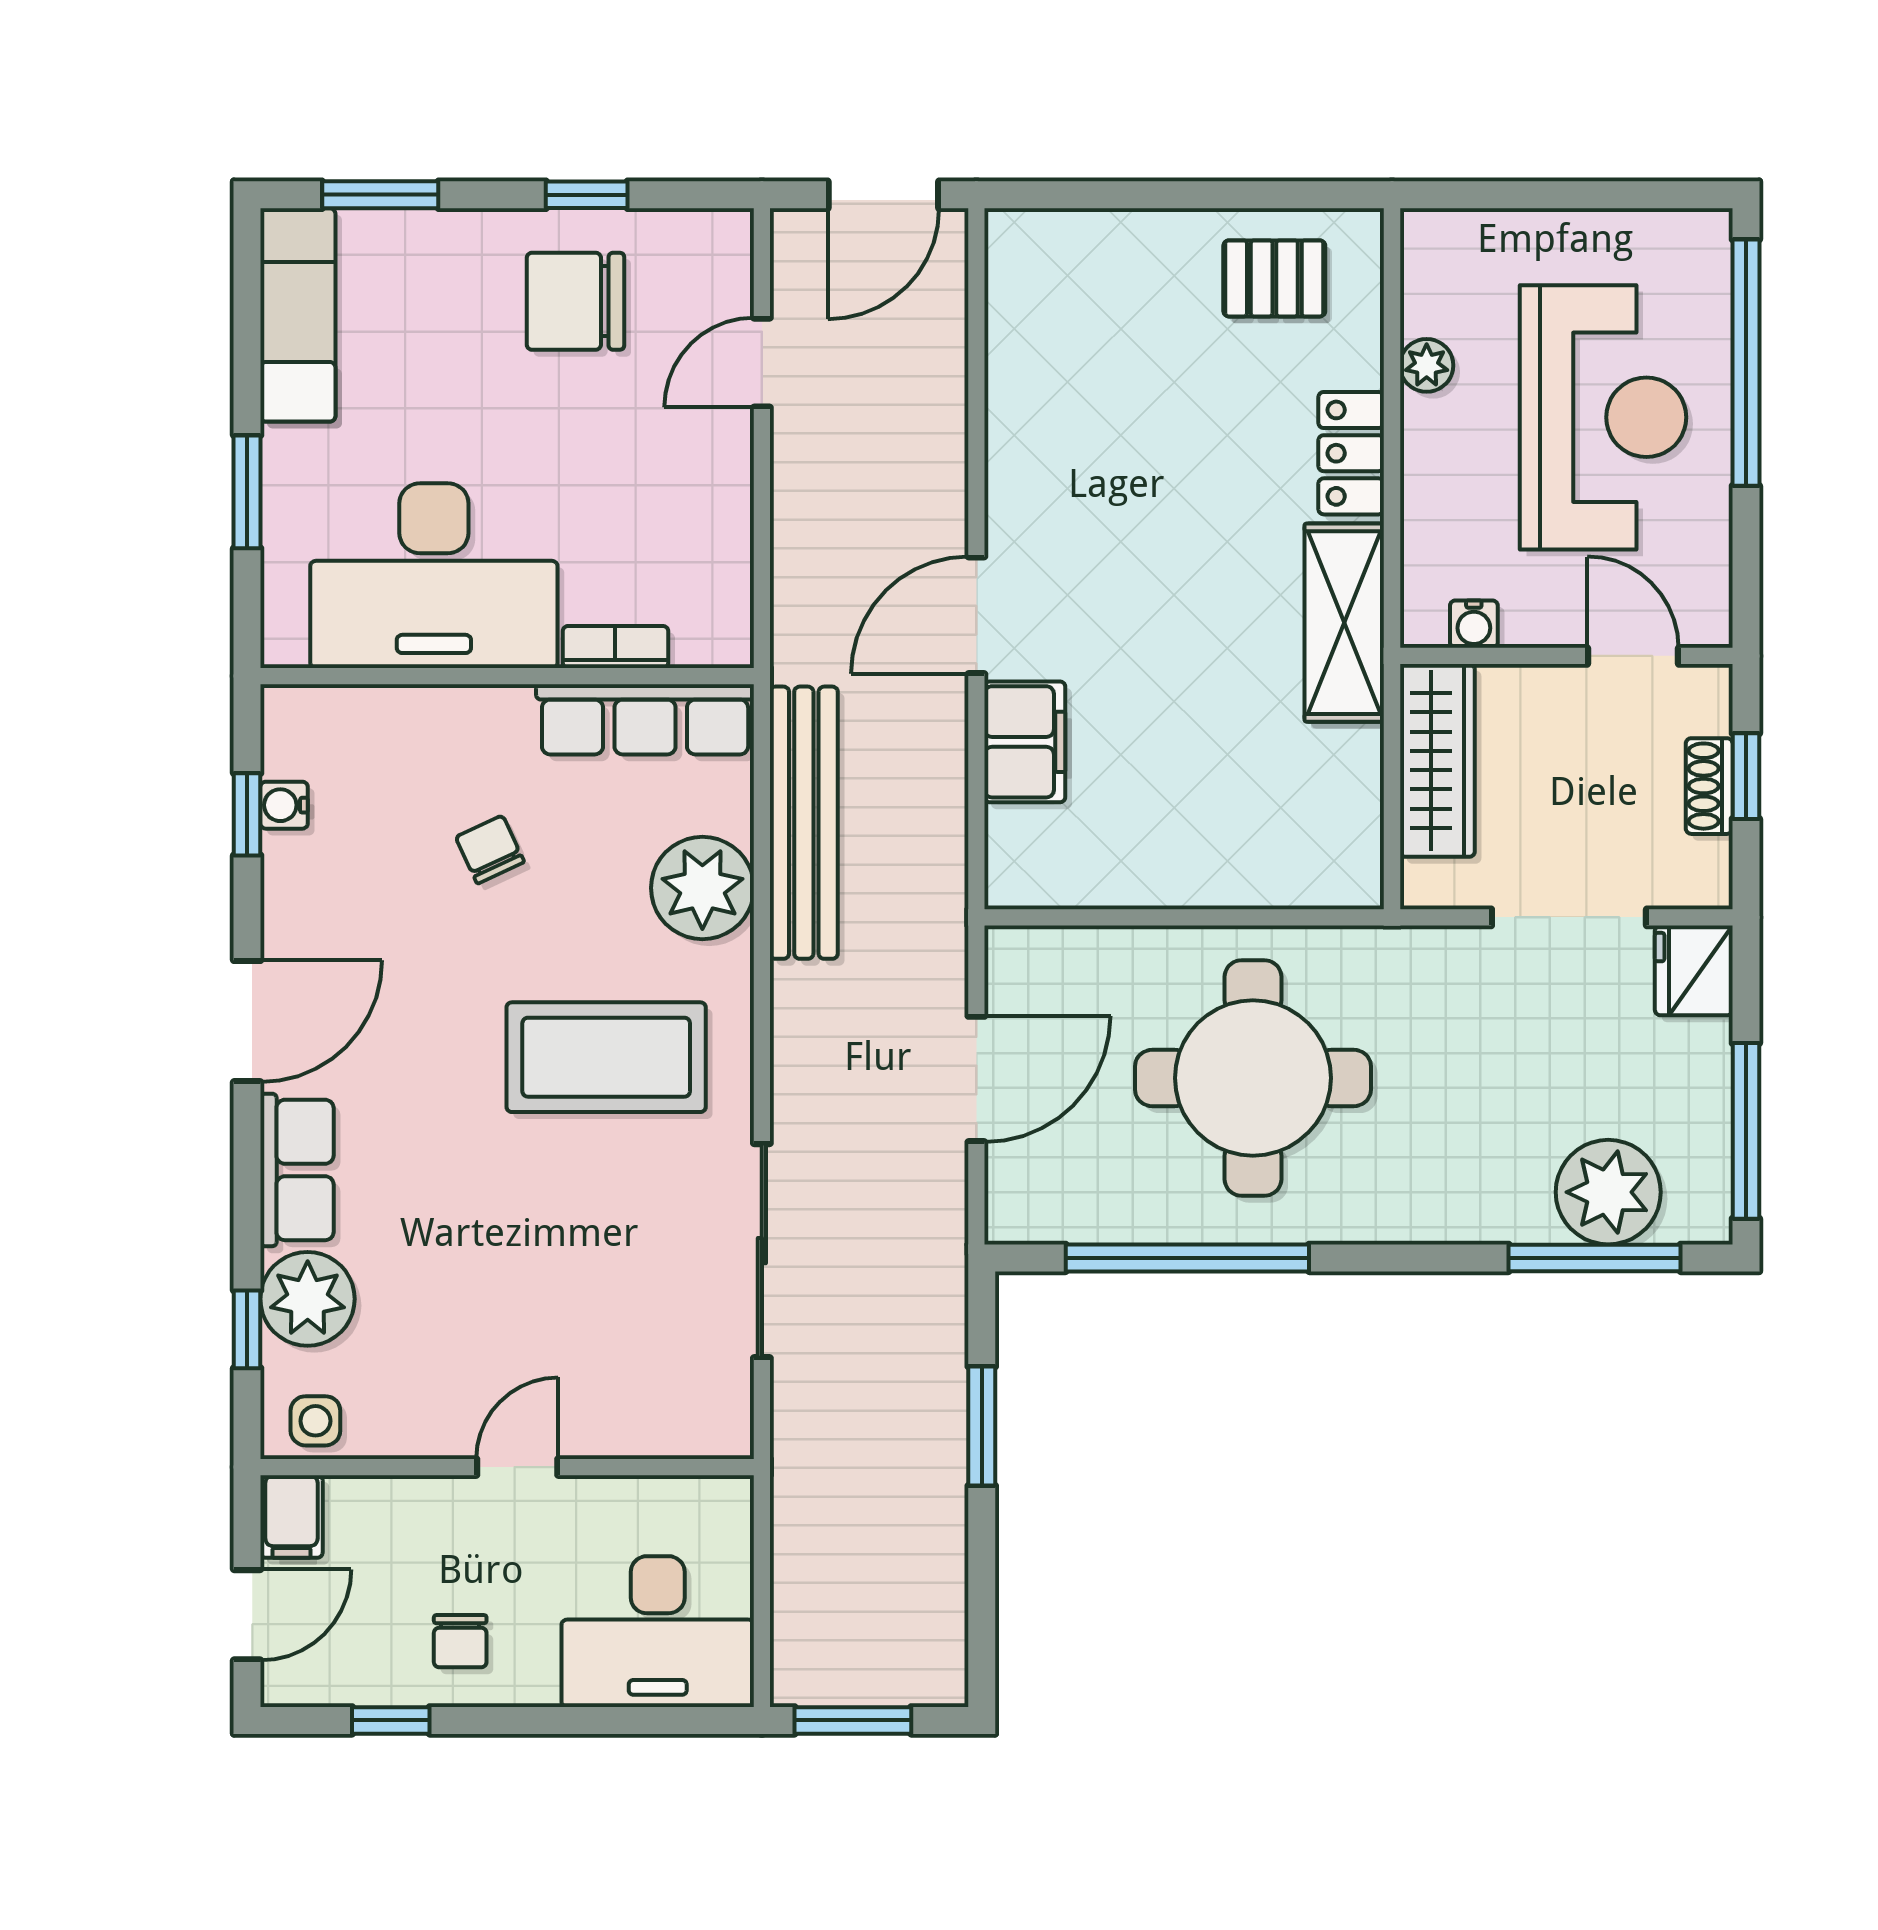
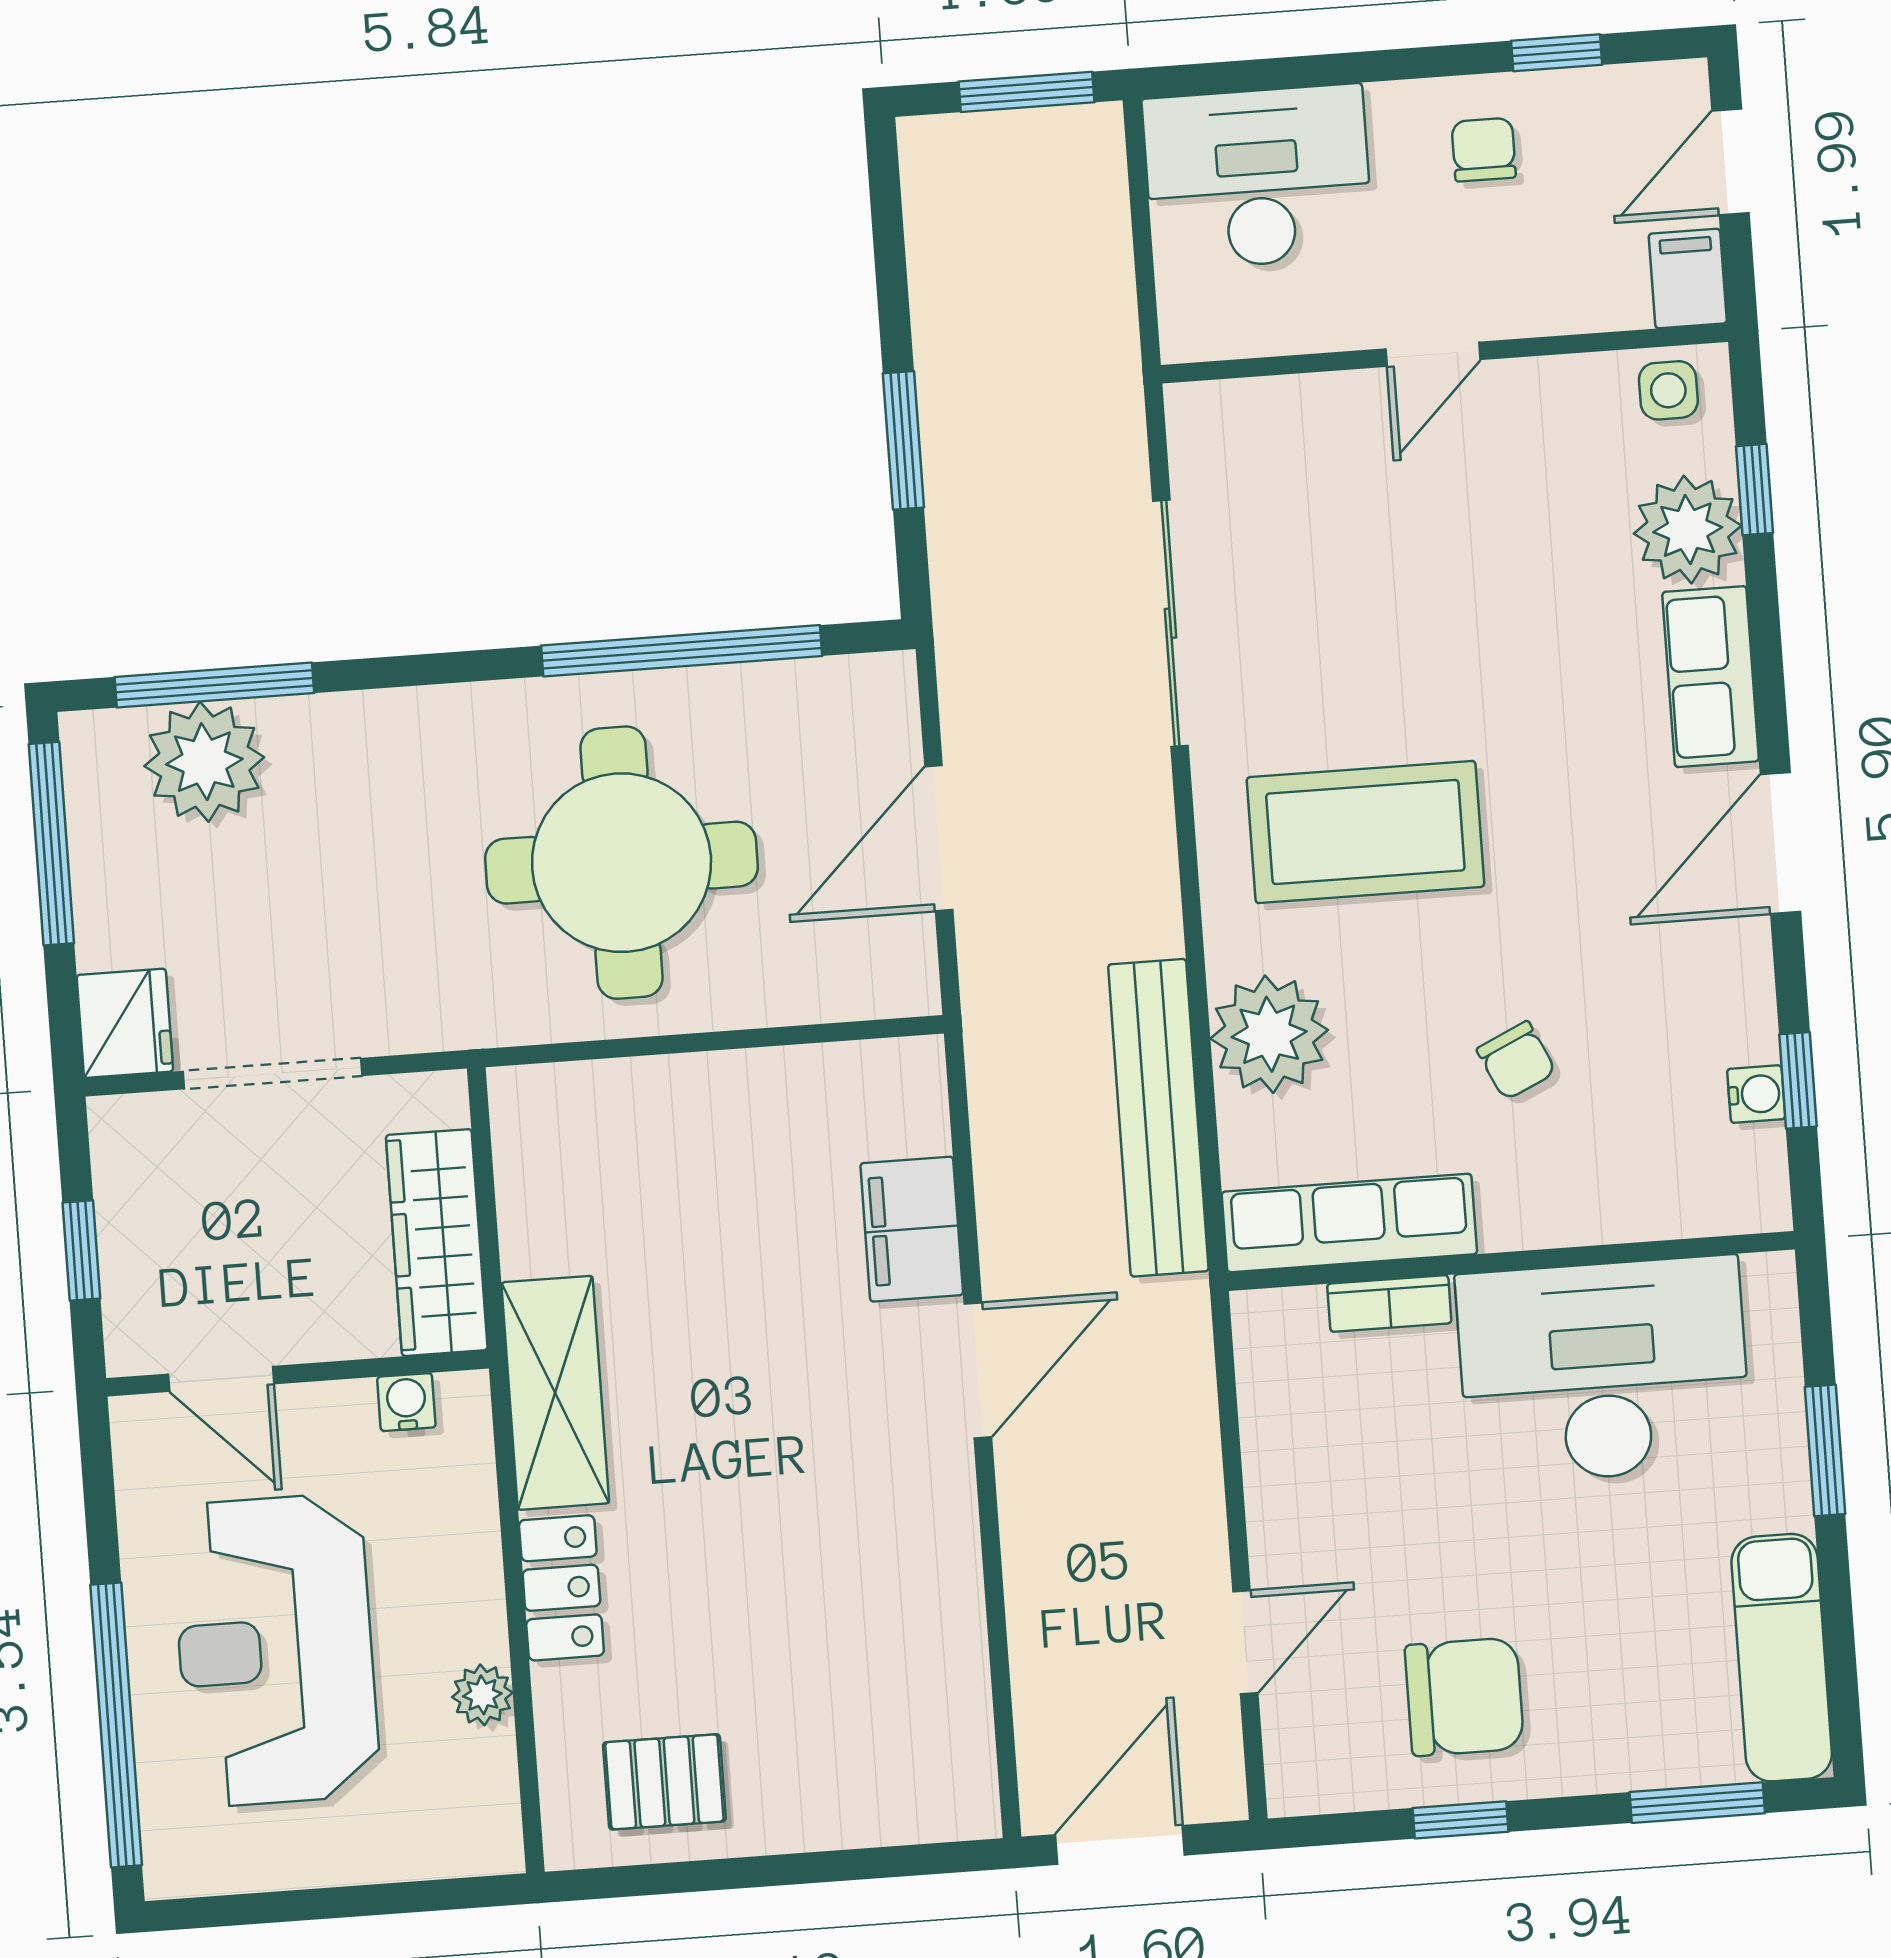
shoe rack: (1709, 786) -> (123, 1236), removed

